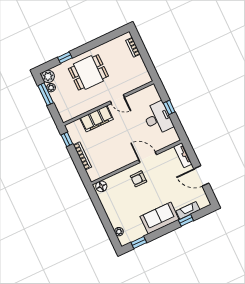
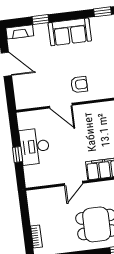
door: (117, 99) -> (74, 183), swing flipped
tv unit: (183, 155) -> (20, 95), removed
fireplace: (188, 210) -> (20, 32), moved

